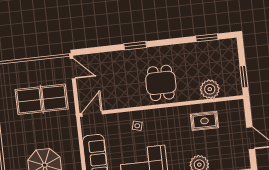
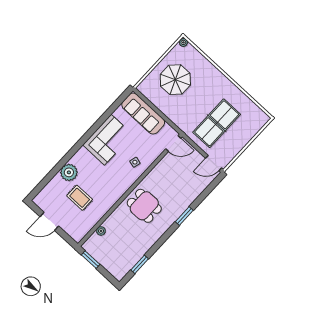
plant: (210, 89) -> (101, 231), width x0.53, depth x0.53
door: (92, 114) -> (173, 144), hinge flipped
rug: (204, 121) -> (80, 198), moved, turned 90

